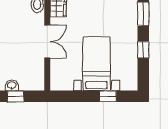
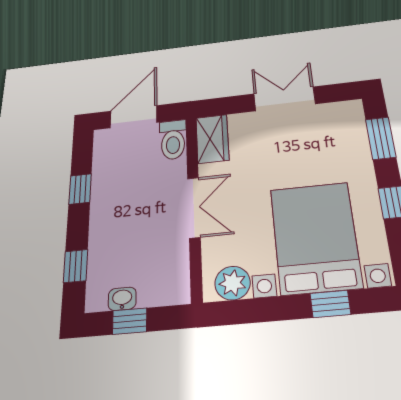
bed with nightstands: (96, 64) -> (315, 237), width x1.36
plant: (64, 82) -> (233, 283), added

